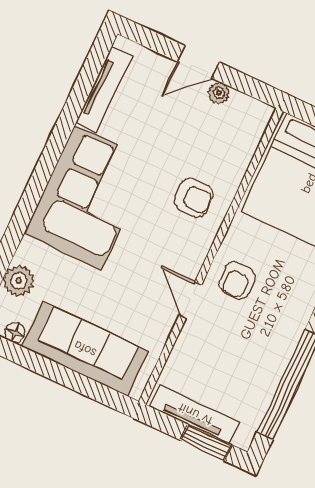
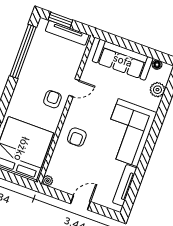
plant: (219, 93) -> (47, 181), moved
armchair: (194, 198) -> (77, 137), turned -90
door: (191, 300) -> (74, 88), hinge flipped

